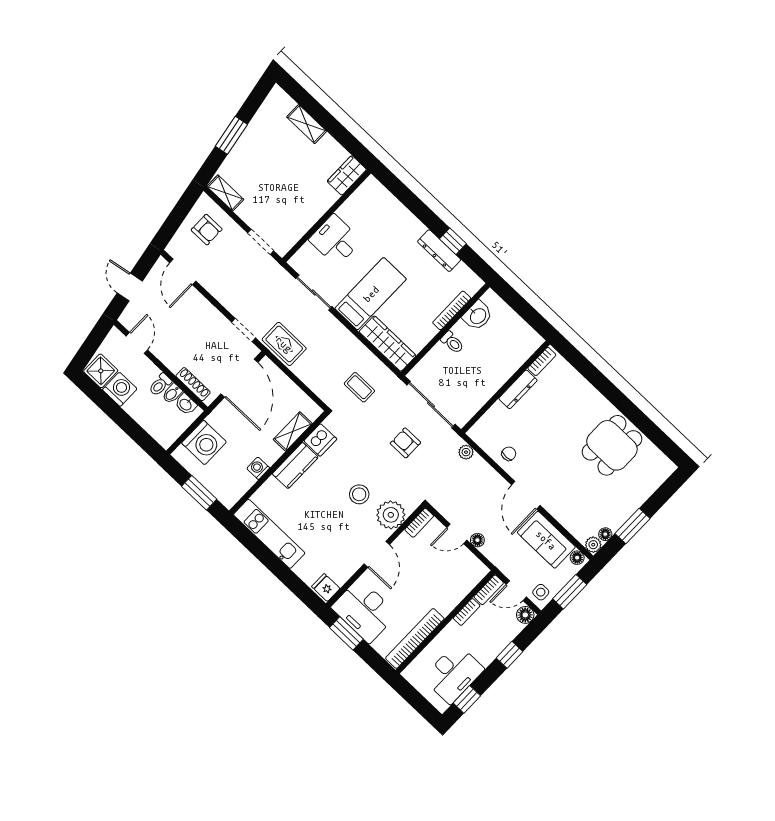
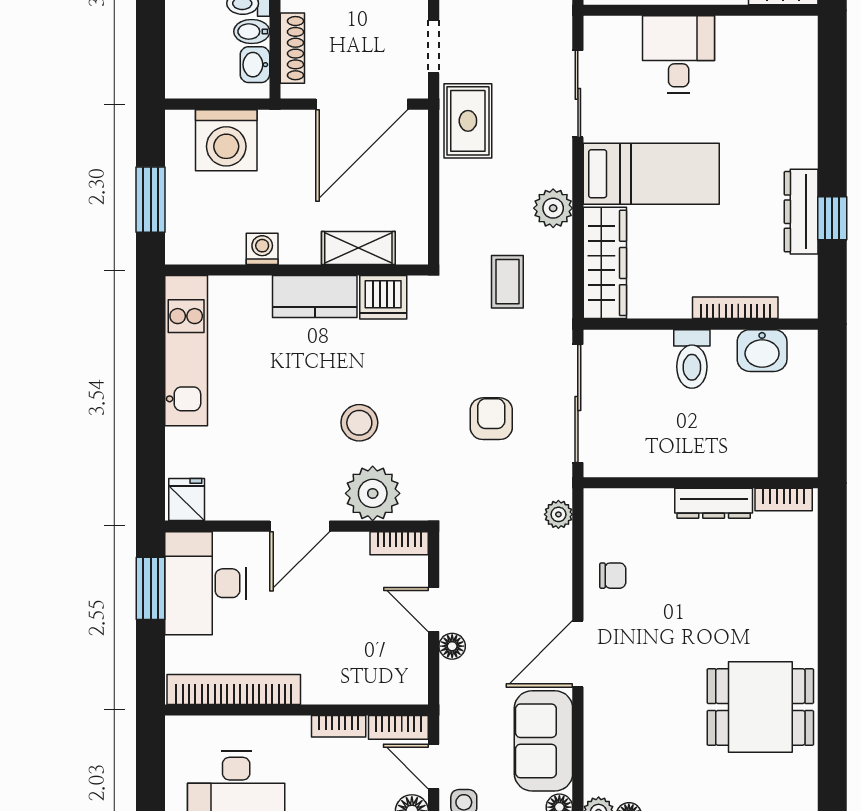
toilet: (452, 342) -> (692, 359), width x1.37, depth x1.39
plant: (348, 343) -> (553, 208), added

